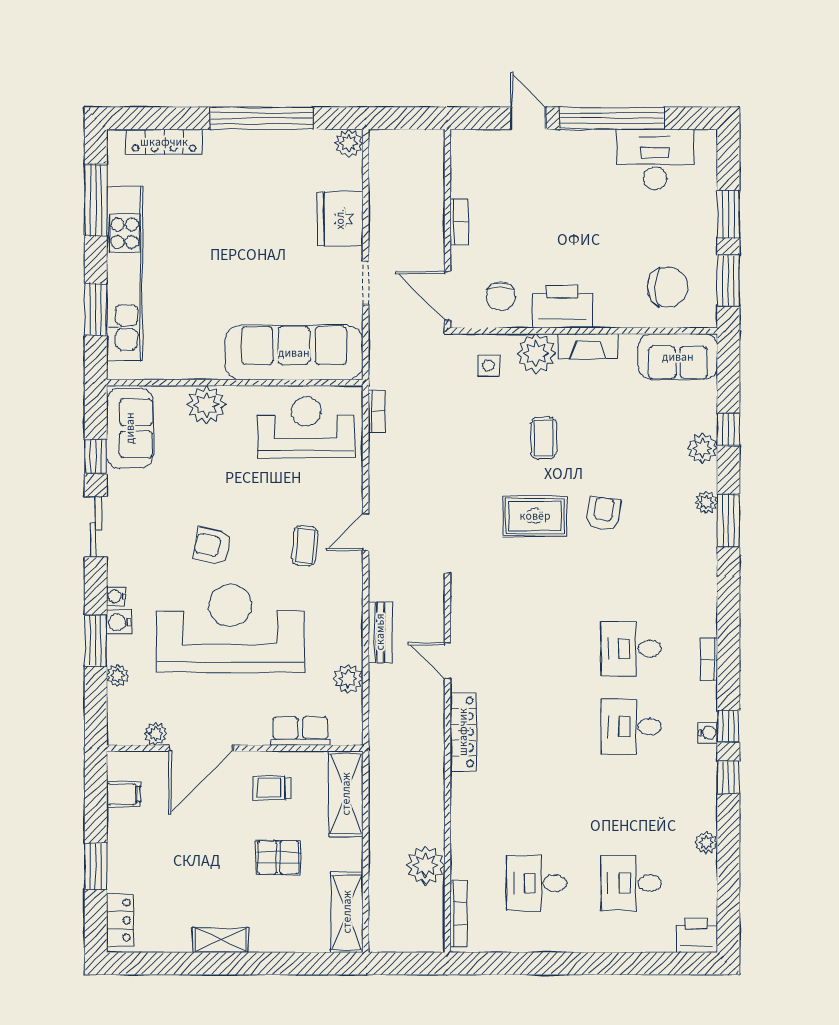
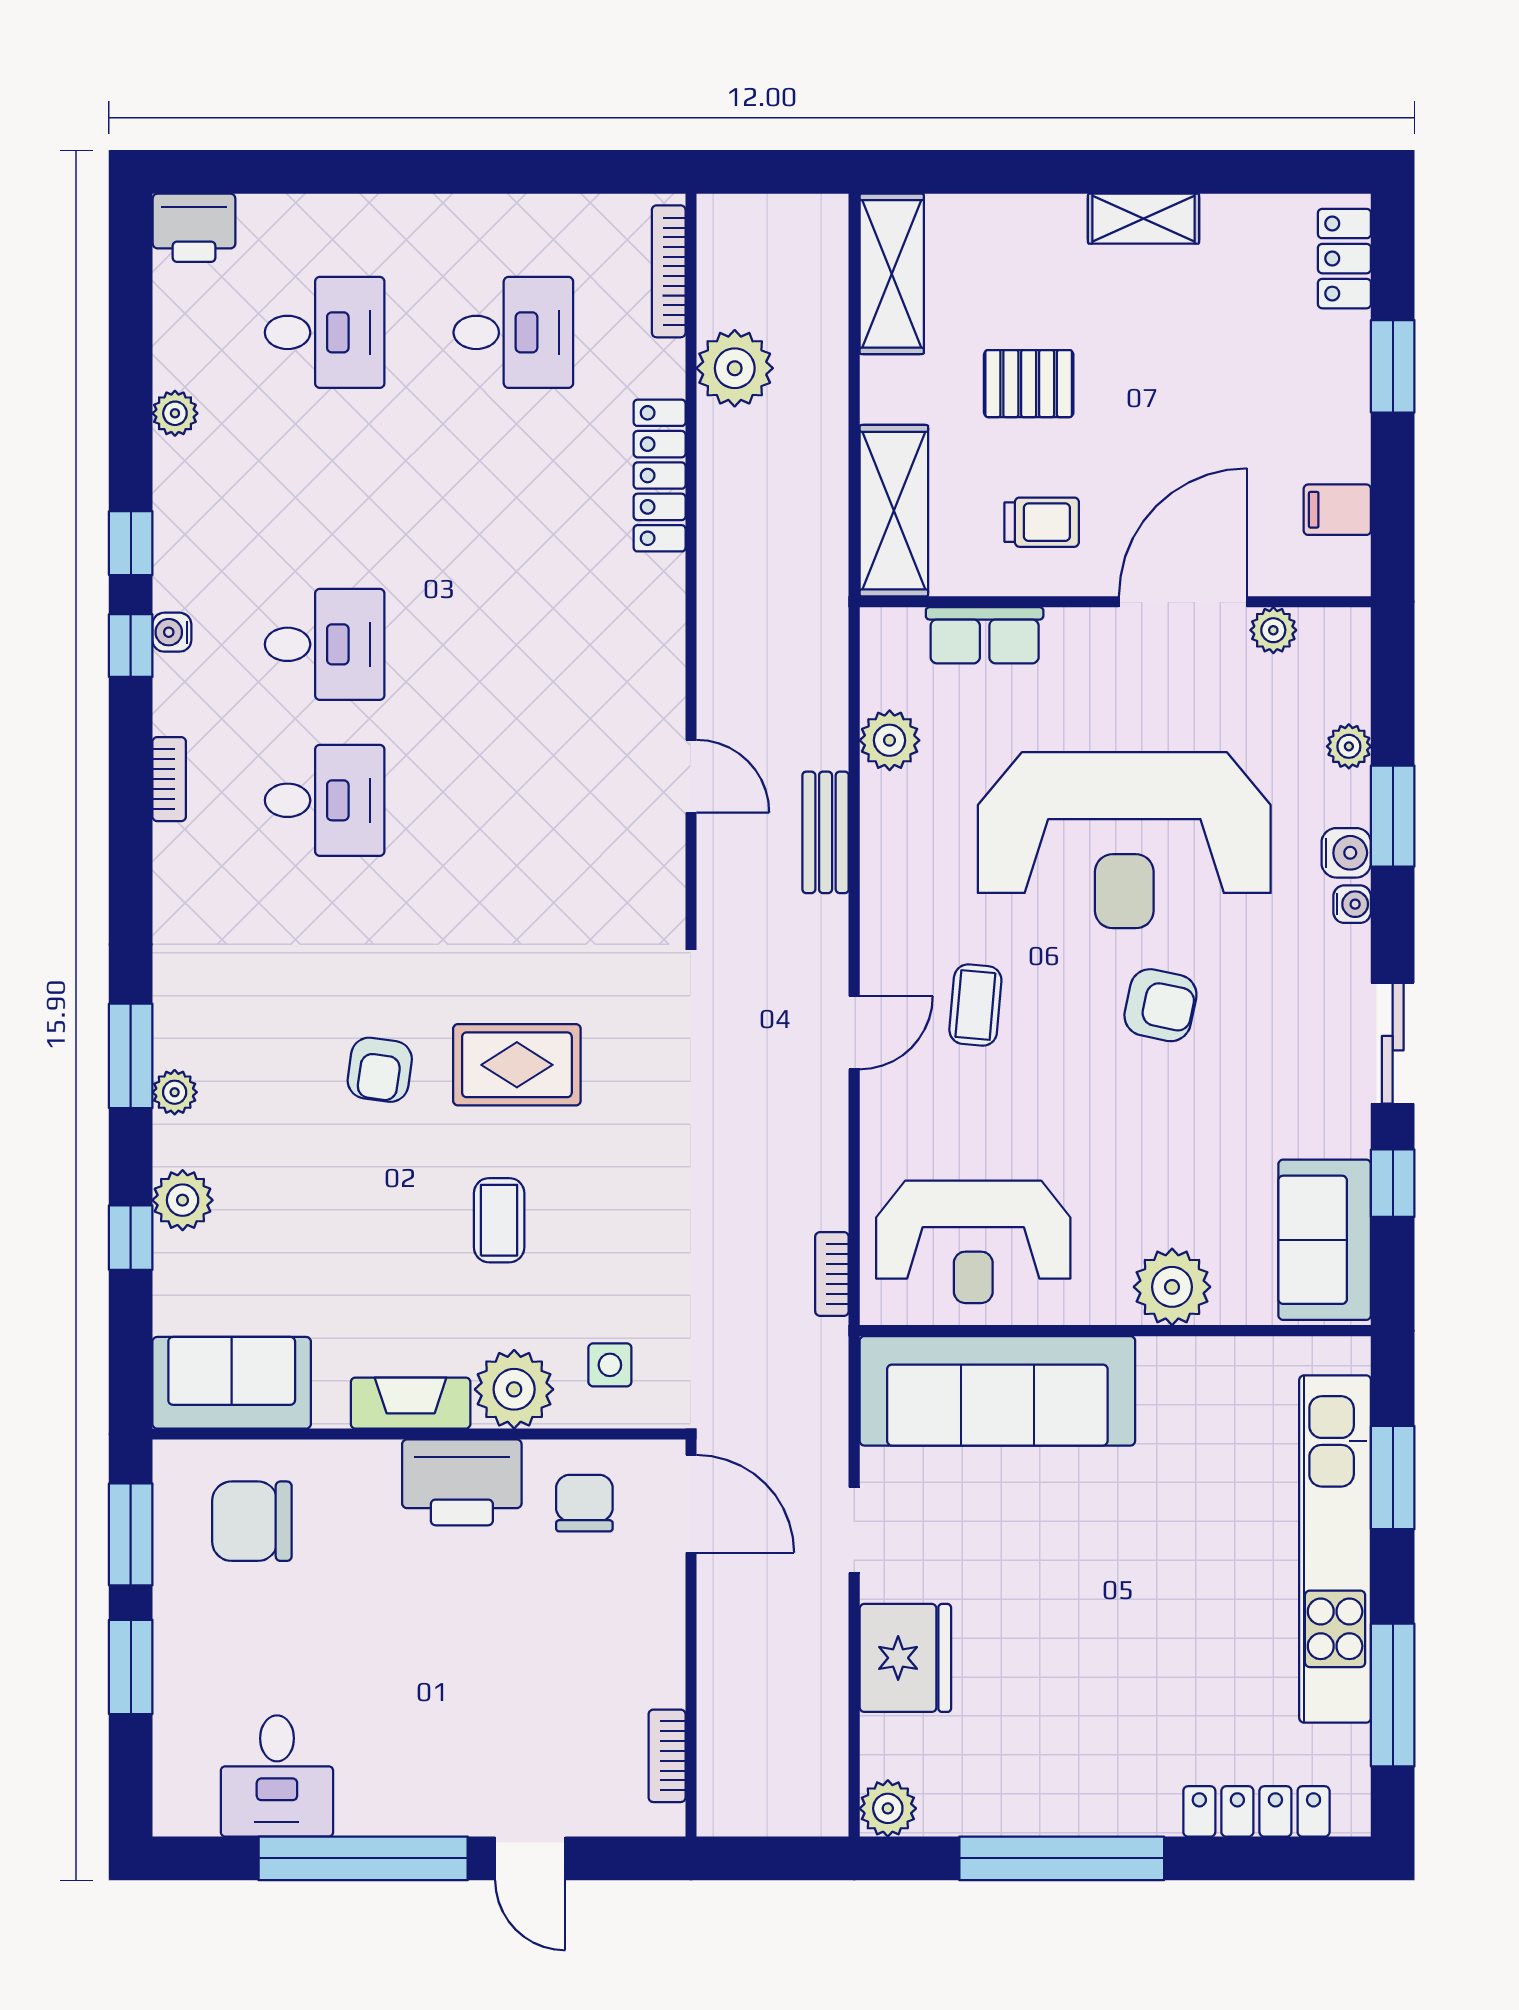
desk: (655, 160) -> (277, 1776), width x0.73
bookcase: (459, 222) -> (667, 1756), moved
locker: (463, 732) -> (660, 476), moved

